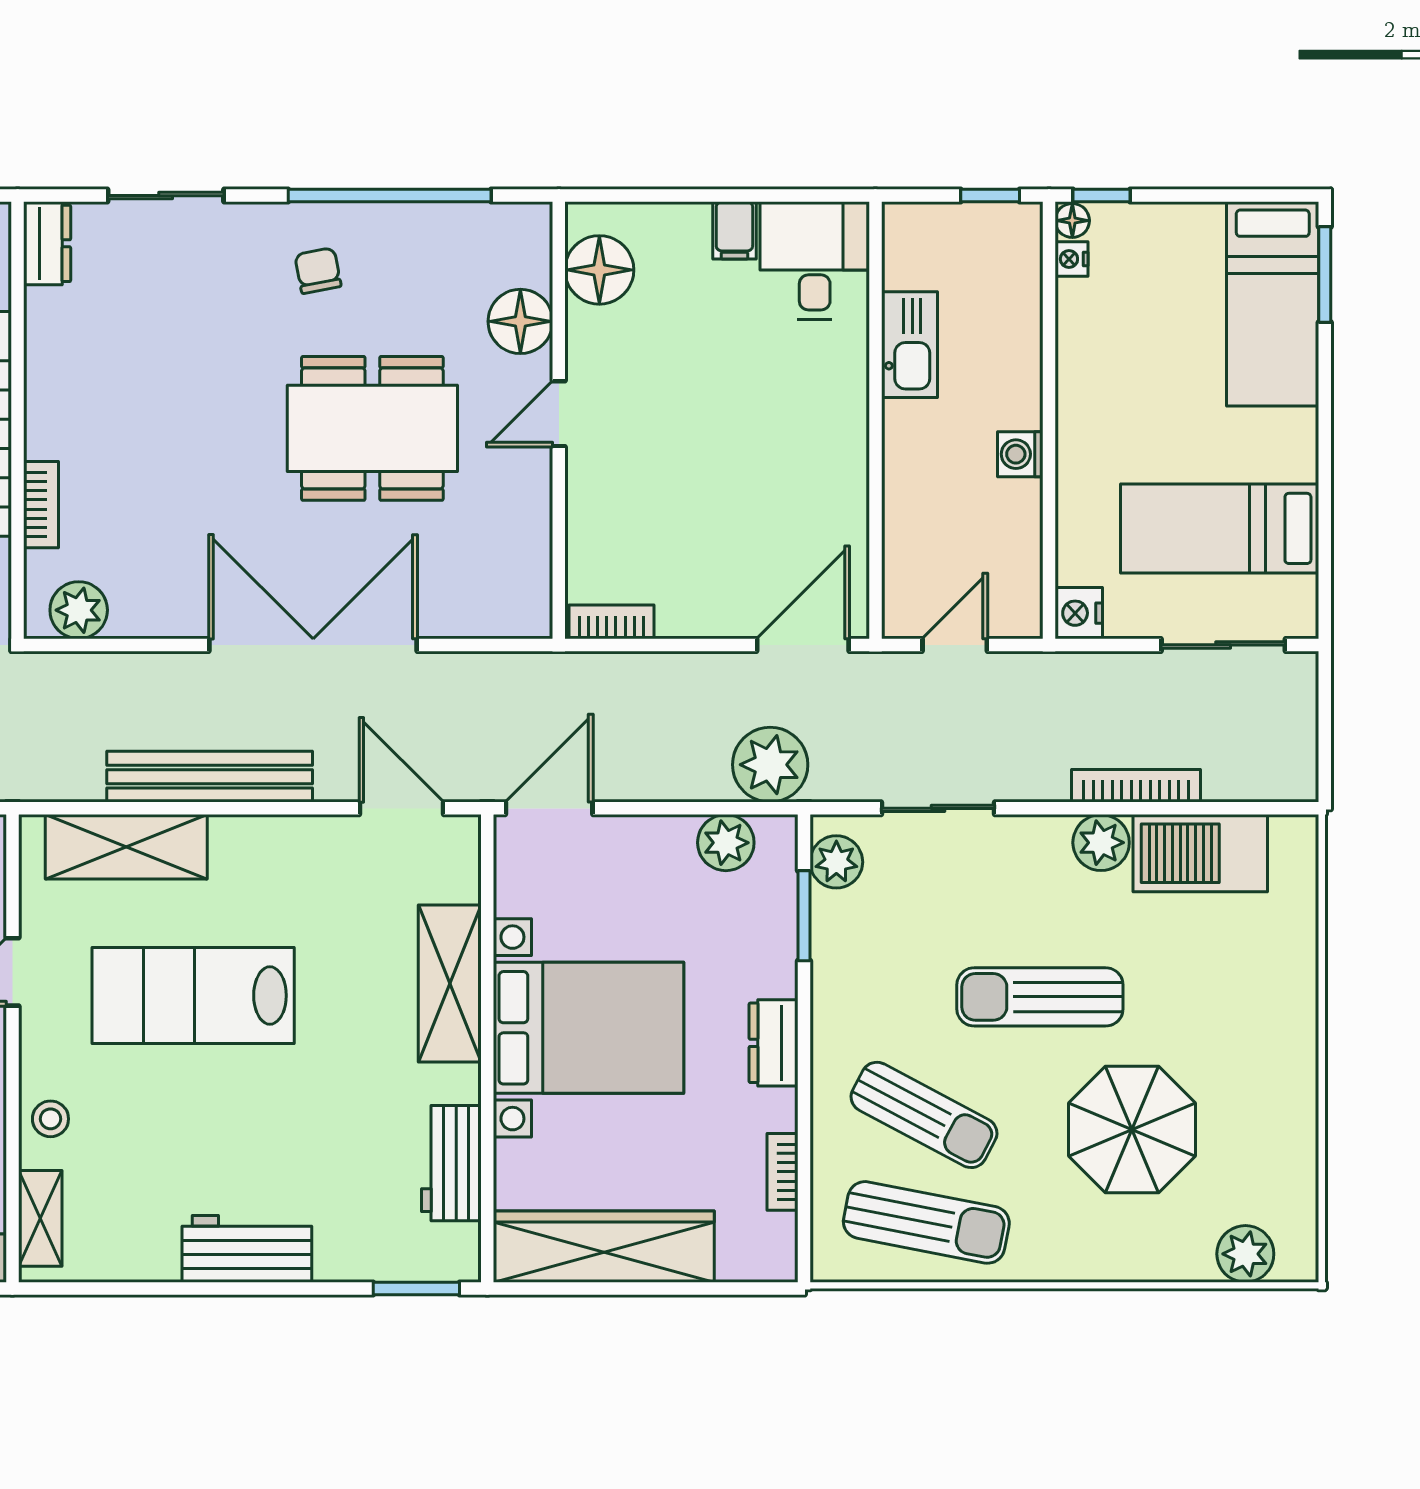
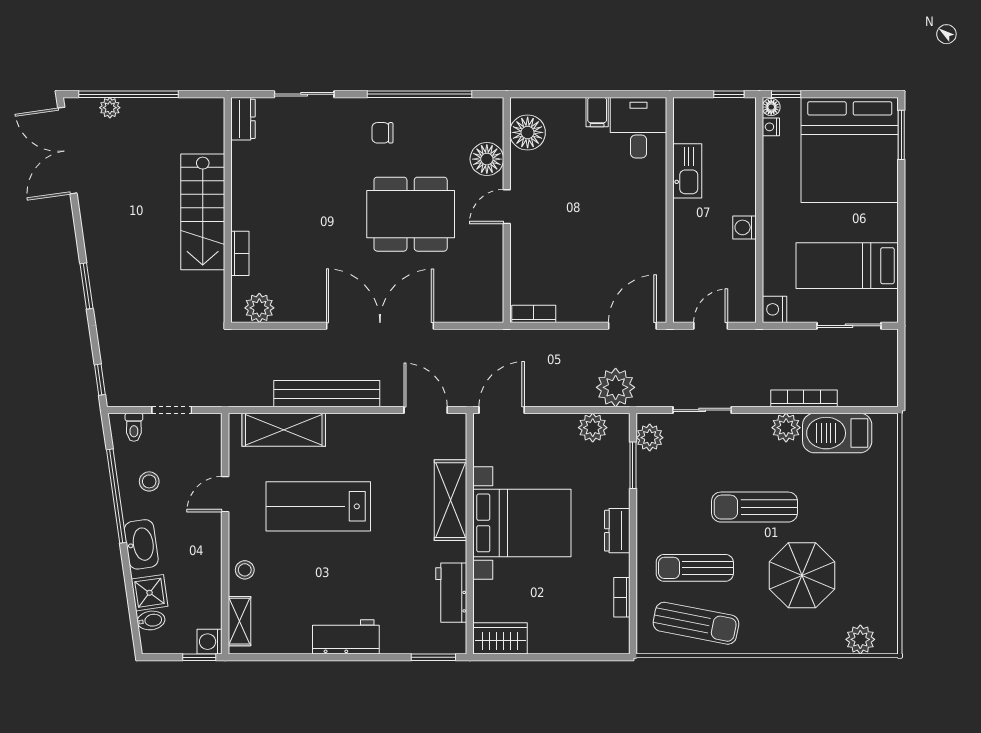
chair: (318, 271) -> (383, 133), turned -79
bed: (1273, 304) -> (850, 150), width x2.04
sun lounger: (924, 1115) -> (695, 568), turned 152
wardrobe: (604, 1247) -> (500, 638), width x0.48, depth x0.85

